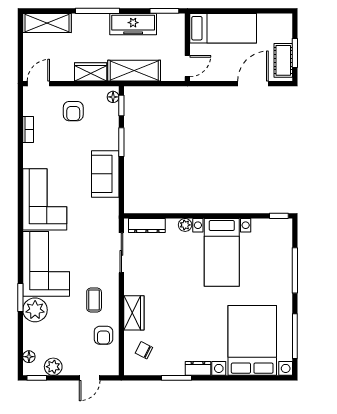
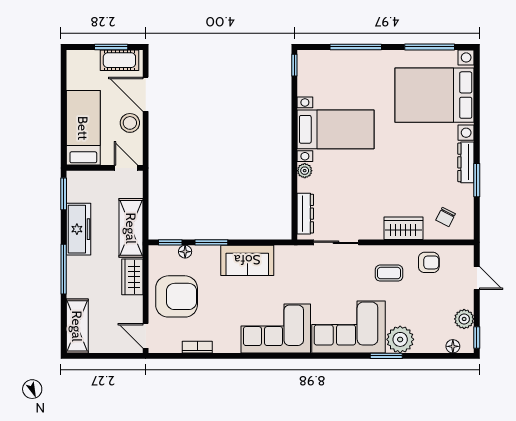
stool: (227, 70) -> (130, 123), added
floor lamp: (113, 97) -> (185, 252), moved
armchair: (73, 111) -> (177, 296), width x1.88, depth x1.88
dresser: (198, 368) -> (466, 162), width x1.44

